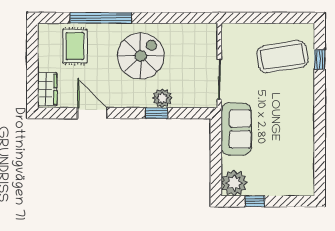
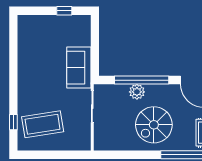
window: (156, 113) -> (142, 80), width x3.17
plant: (234, 183) -> (81, 25), removed

